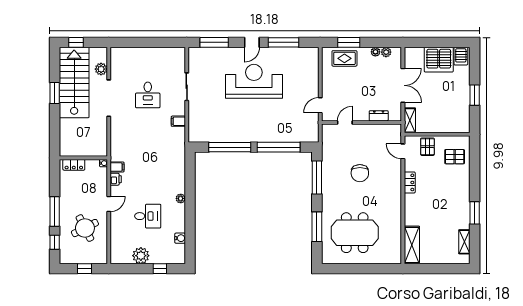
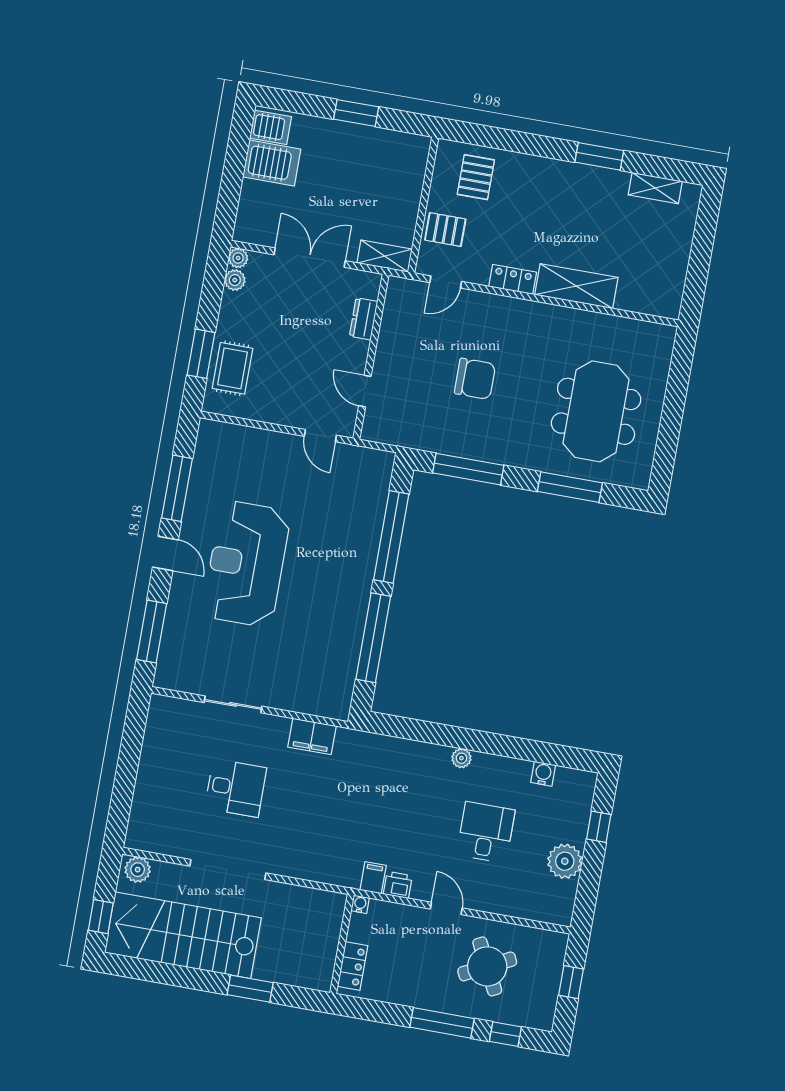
plant: (375, 52) -> (238, 258), moved
server rack: (439, 60) -> (272, 163), width x0.62
plant: (101, 69) -> (138, 870), moved
window: (55, 93) -> (250, 989), moved
filing cabinet: (178, 121) -> (312, 736), width x2.00
shelving: (412, 245) -> (576, 286), moved

